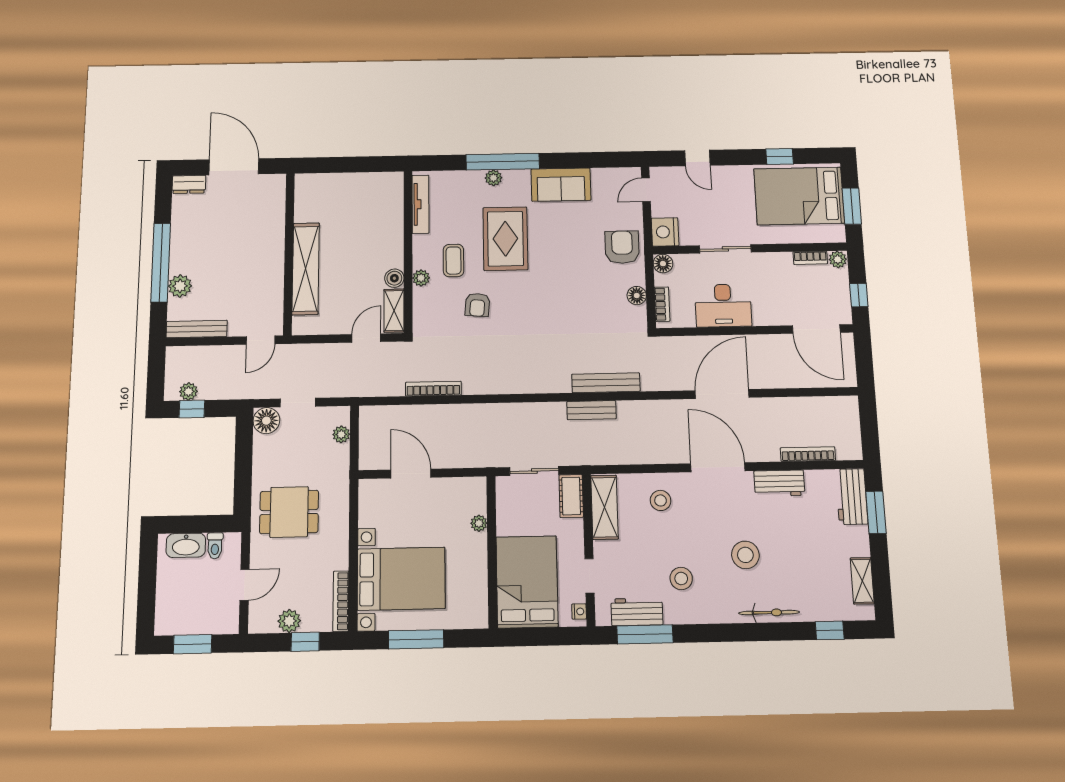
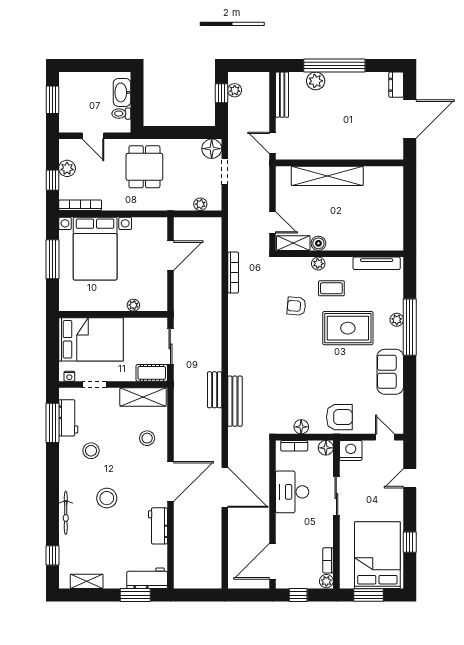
bookcase: (808, 454) -> (179, 548), removed

